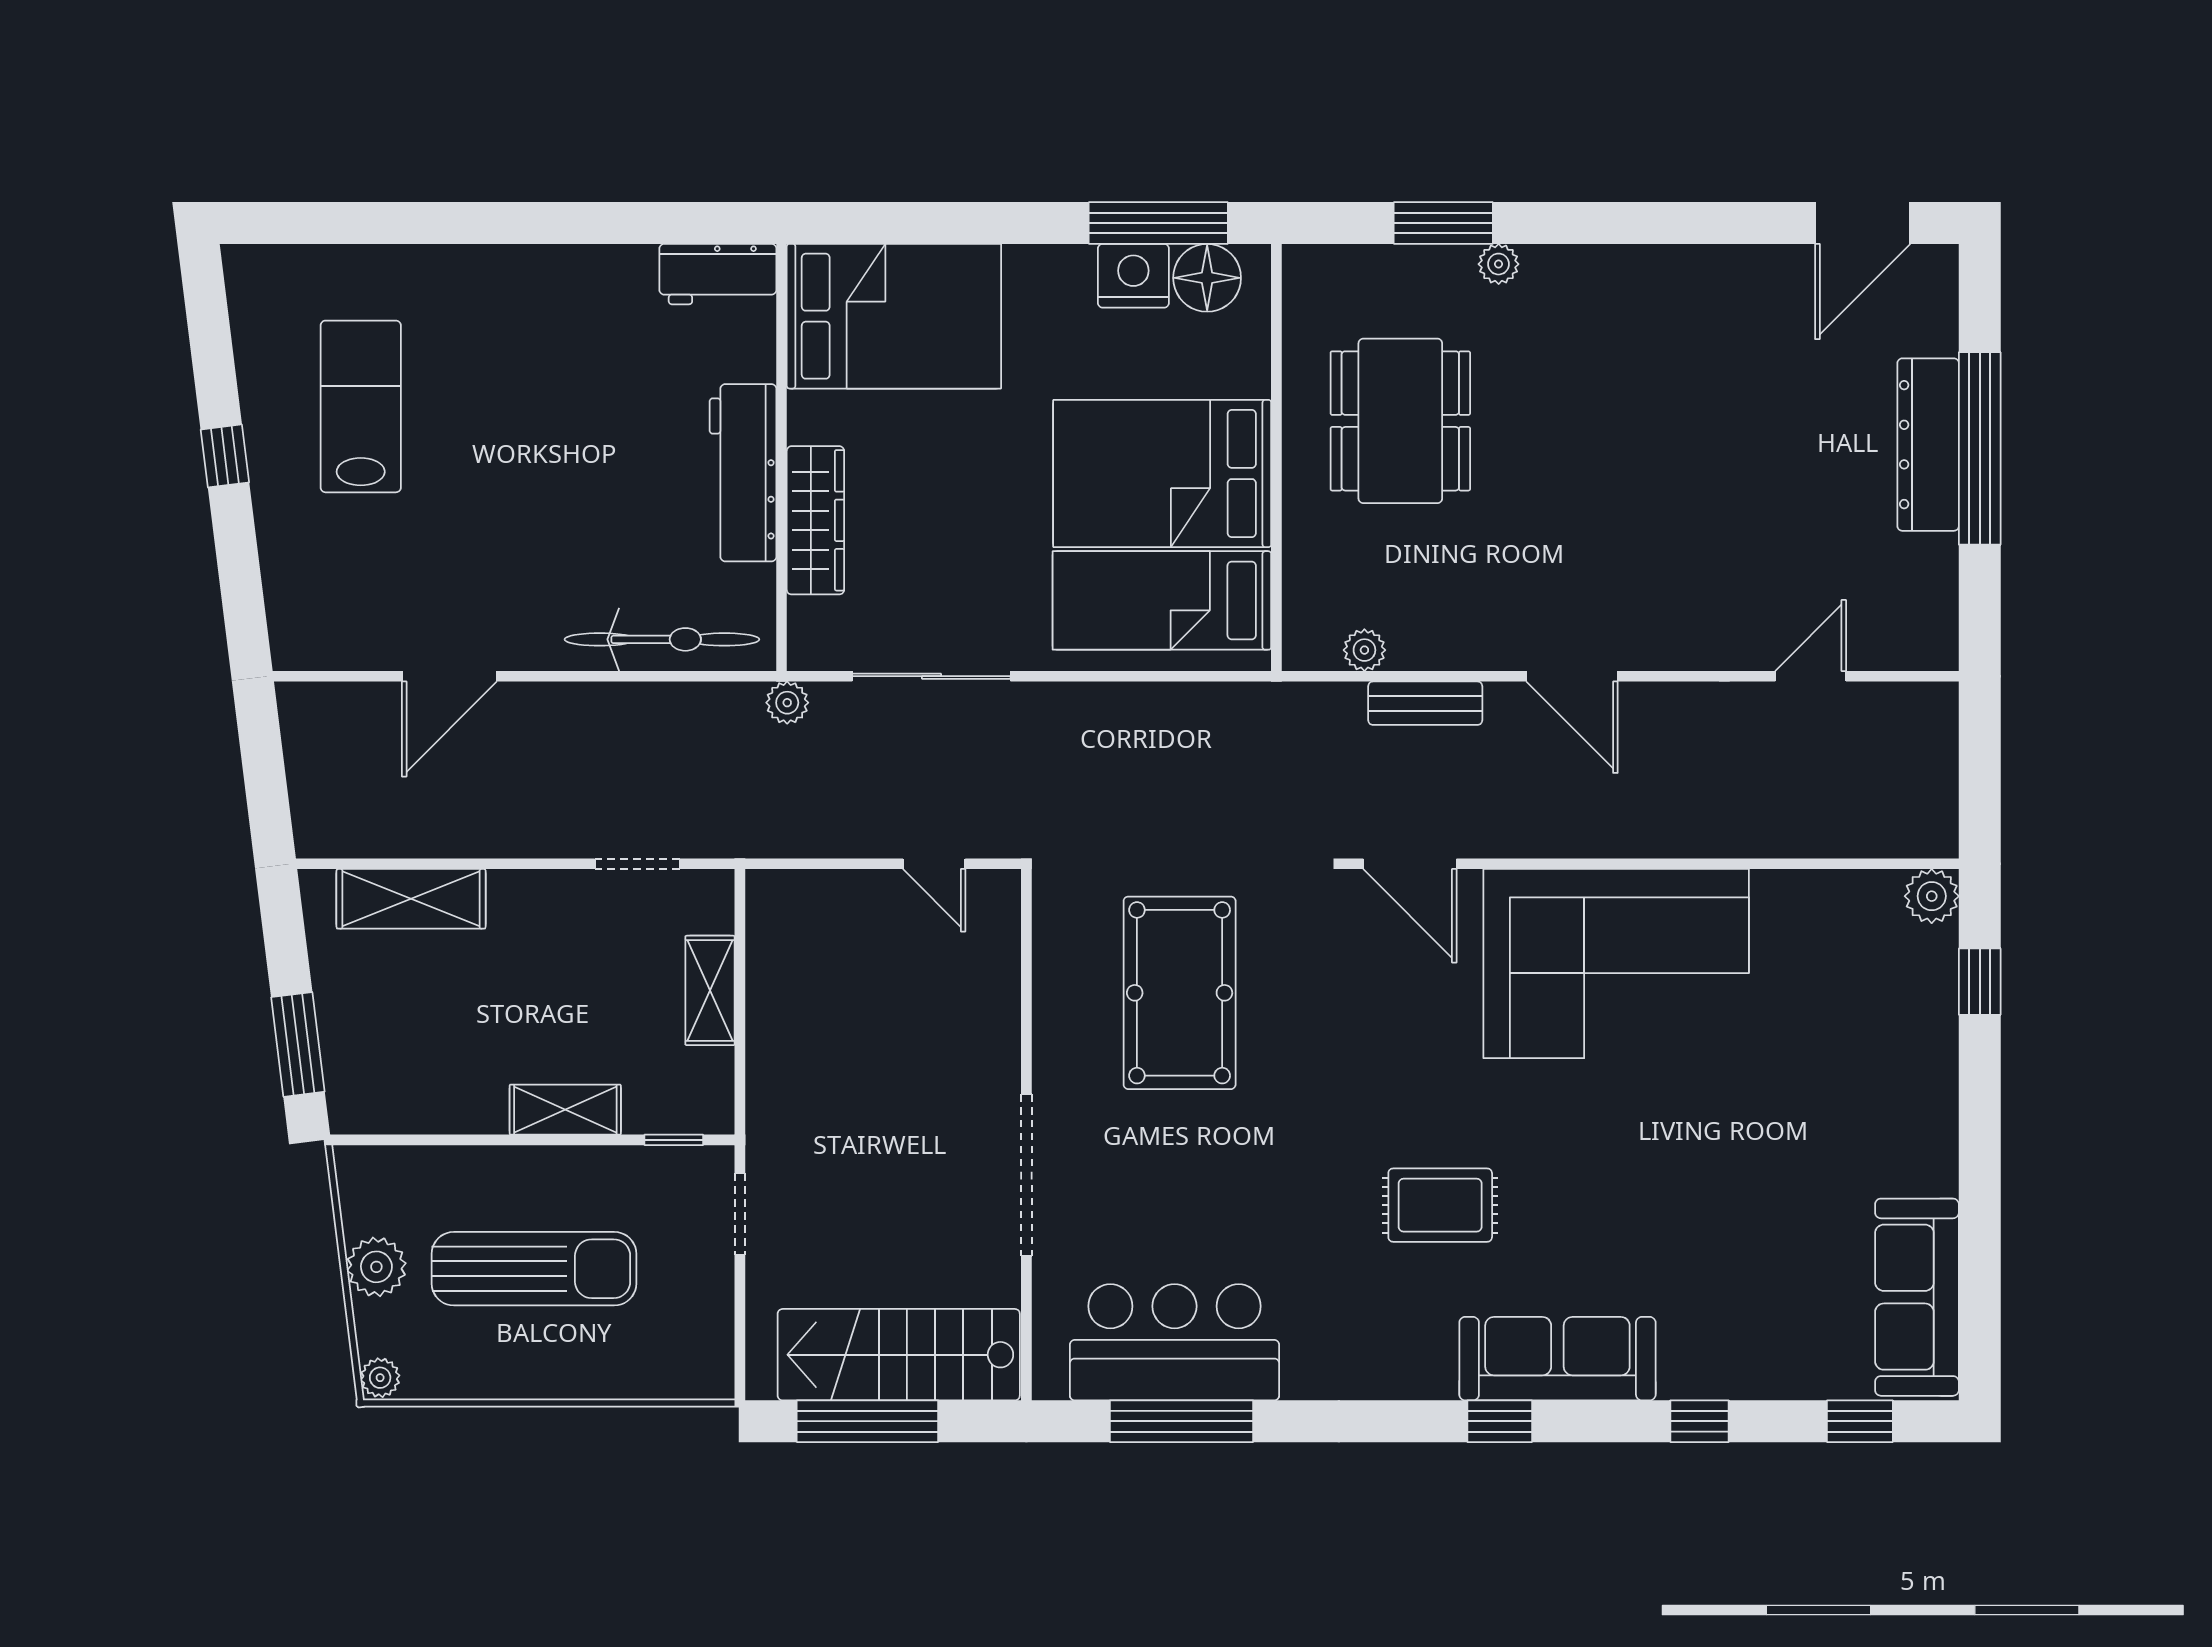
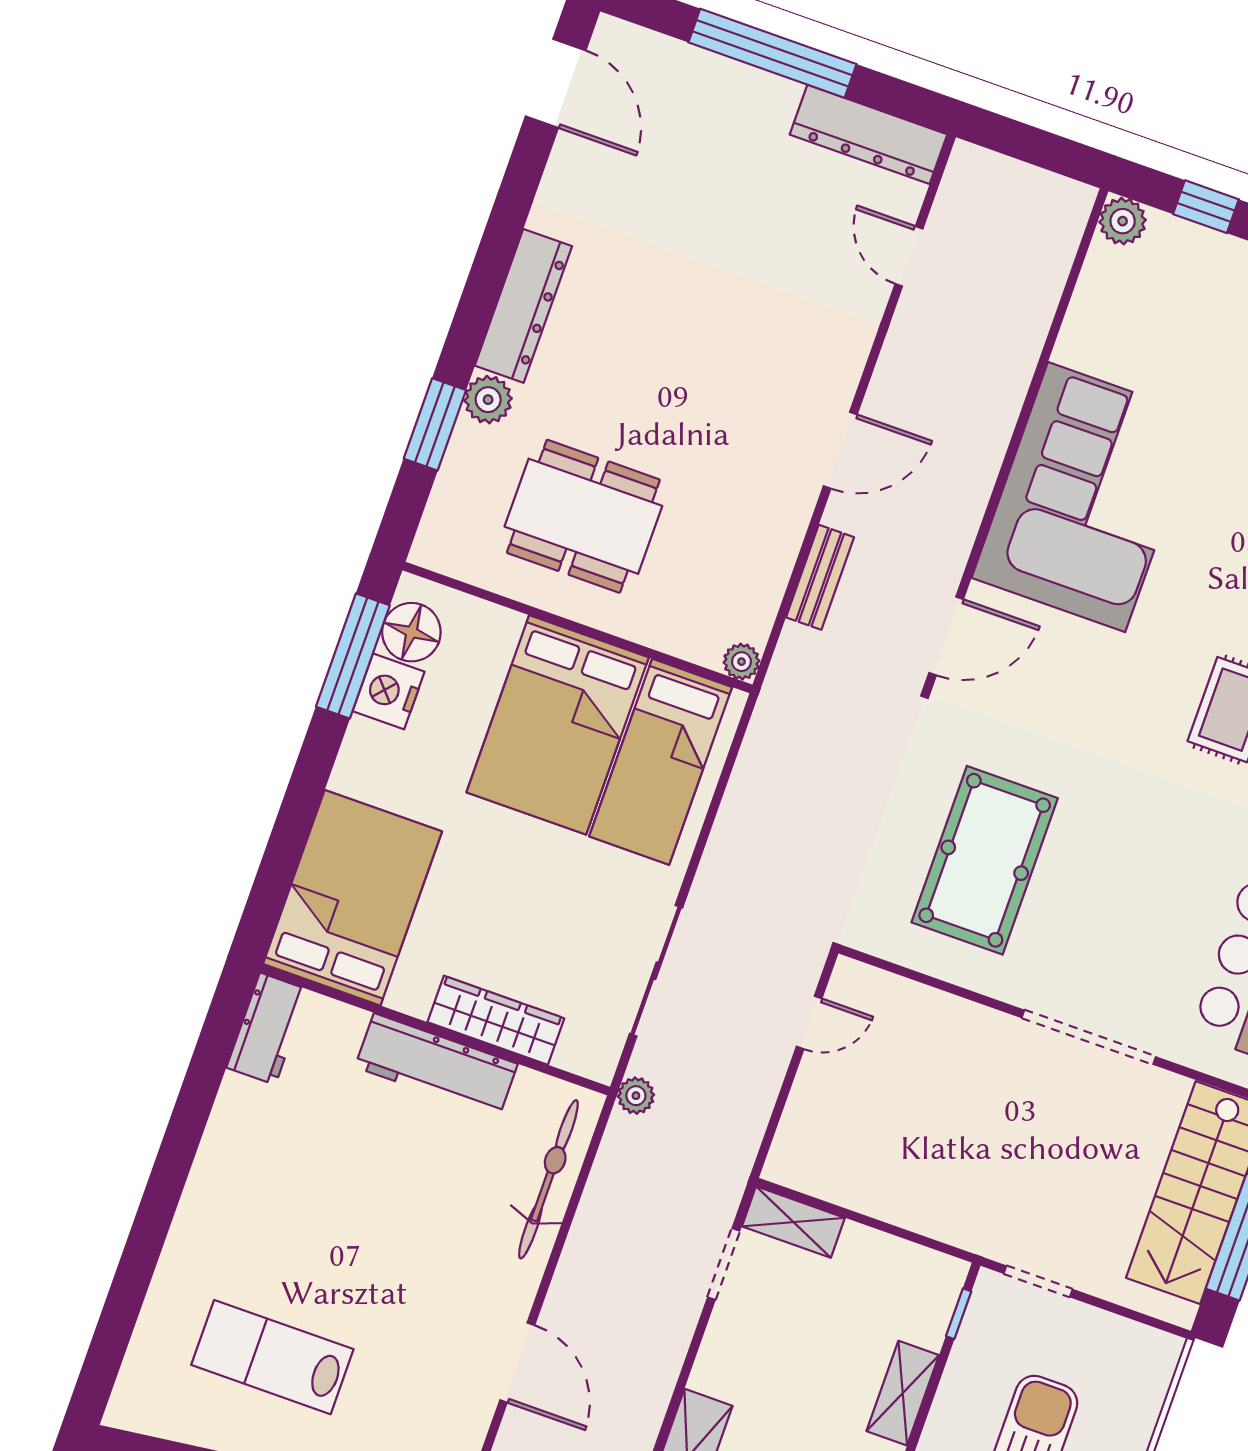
plant: (1499, 264) -> (488, 400), width x1.38, depth x1.38
dresser: (1607, 274) -> (523, 306), added
dresser: (1928, 445) -> (869, 134), moved
plant: (1364, 650) -> (741, 662), moved
shelving: (710, 990) -> (793, 1222), moved
pool table: (1180, 993) -> (985, 860), turned 90

